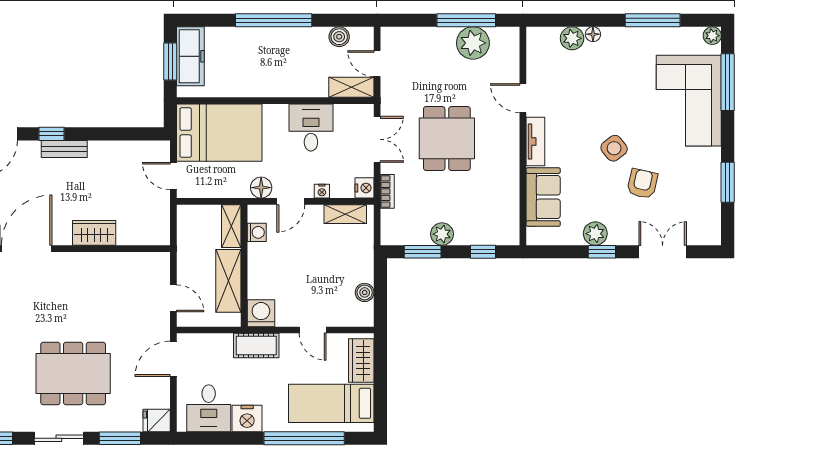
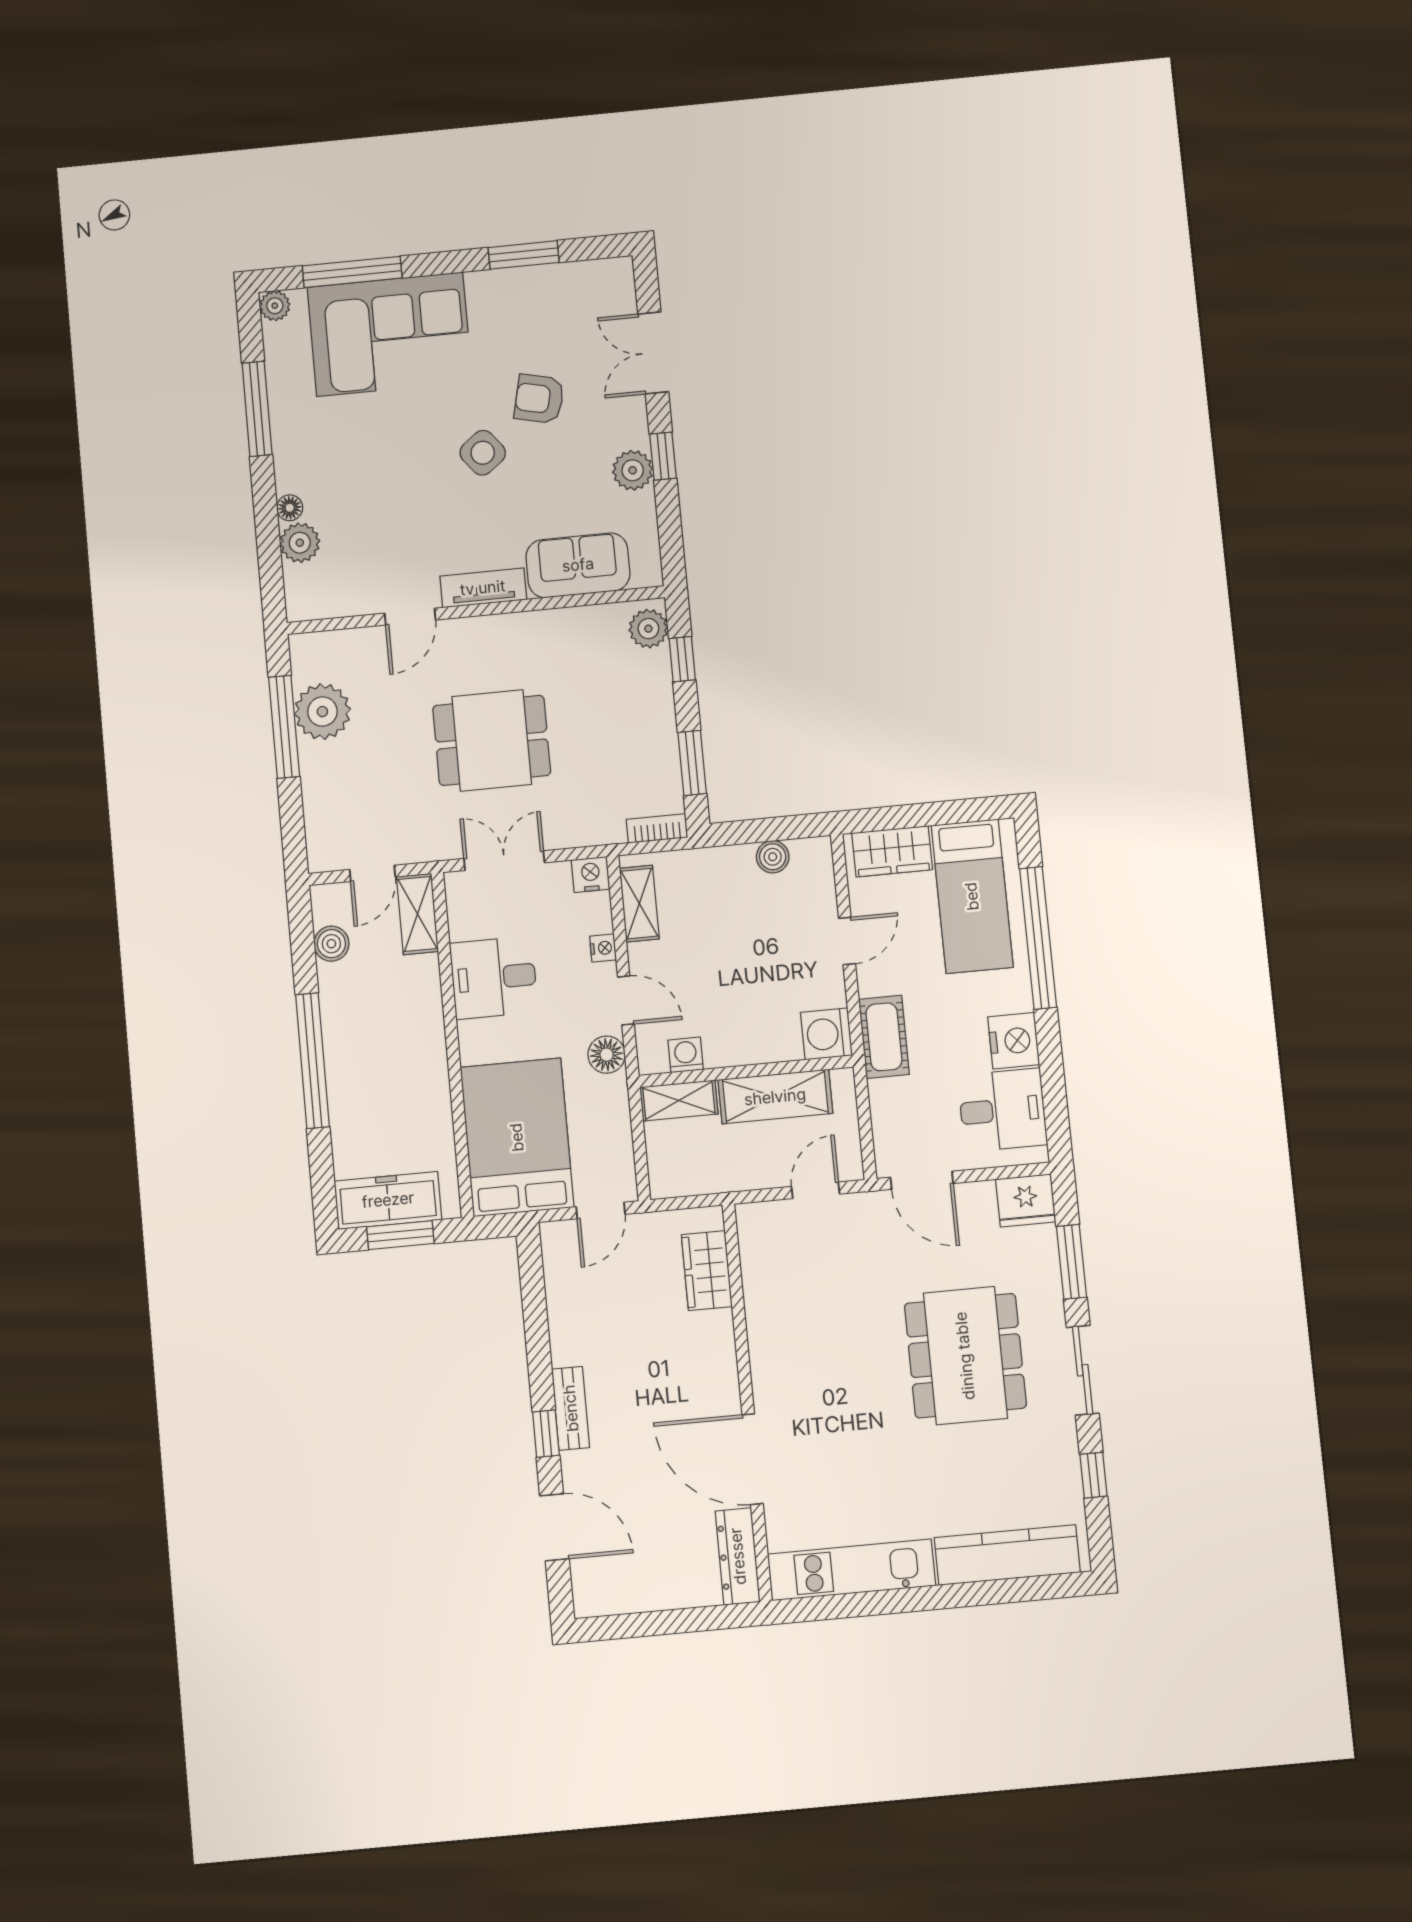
bookcase: (387, 191) -> (657, 828), moved
wardrobe: (94, 233) -> (707, 1271), moved
plant: (442, 234) -> (648, 629), moved
fridge: (157, 420) -> (1026, 1200), width x1.38

